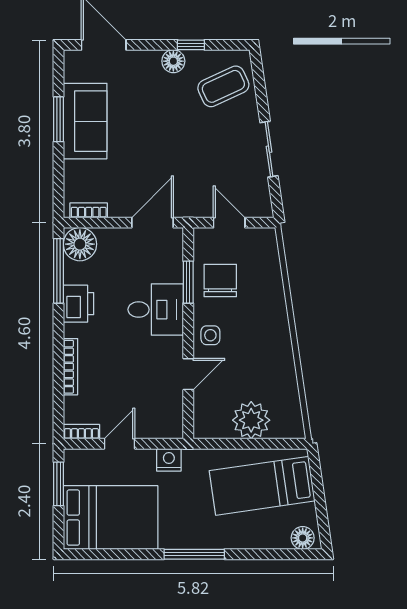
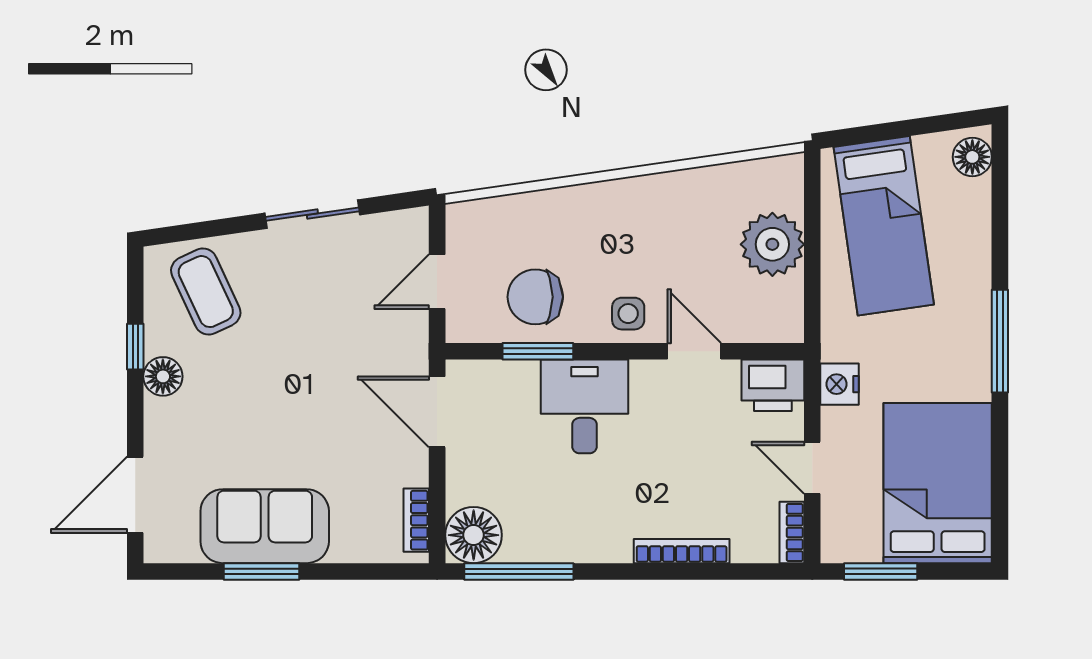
printer: (79, 304) -> (773, 385), moved, turned 180

